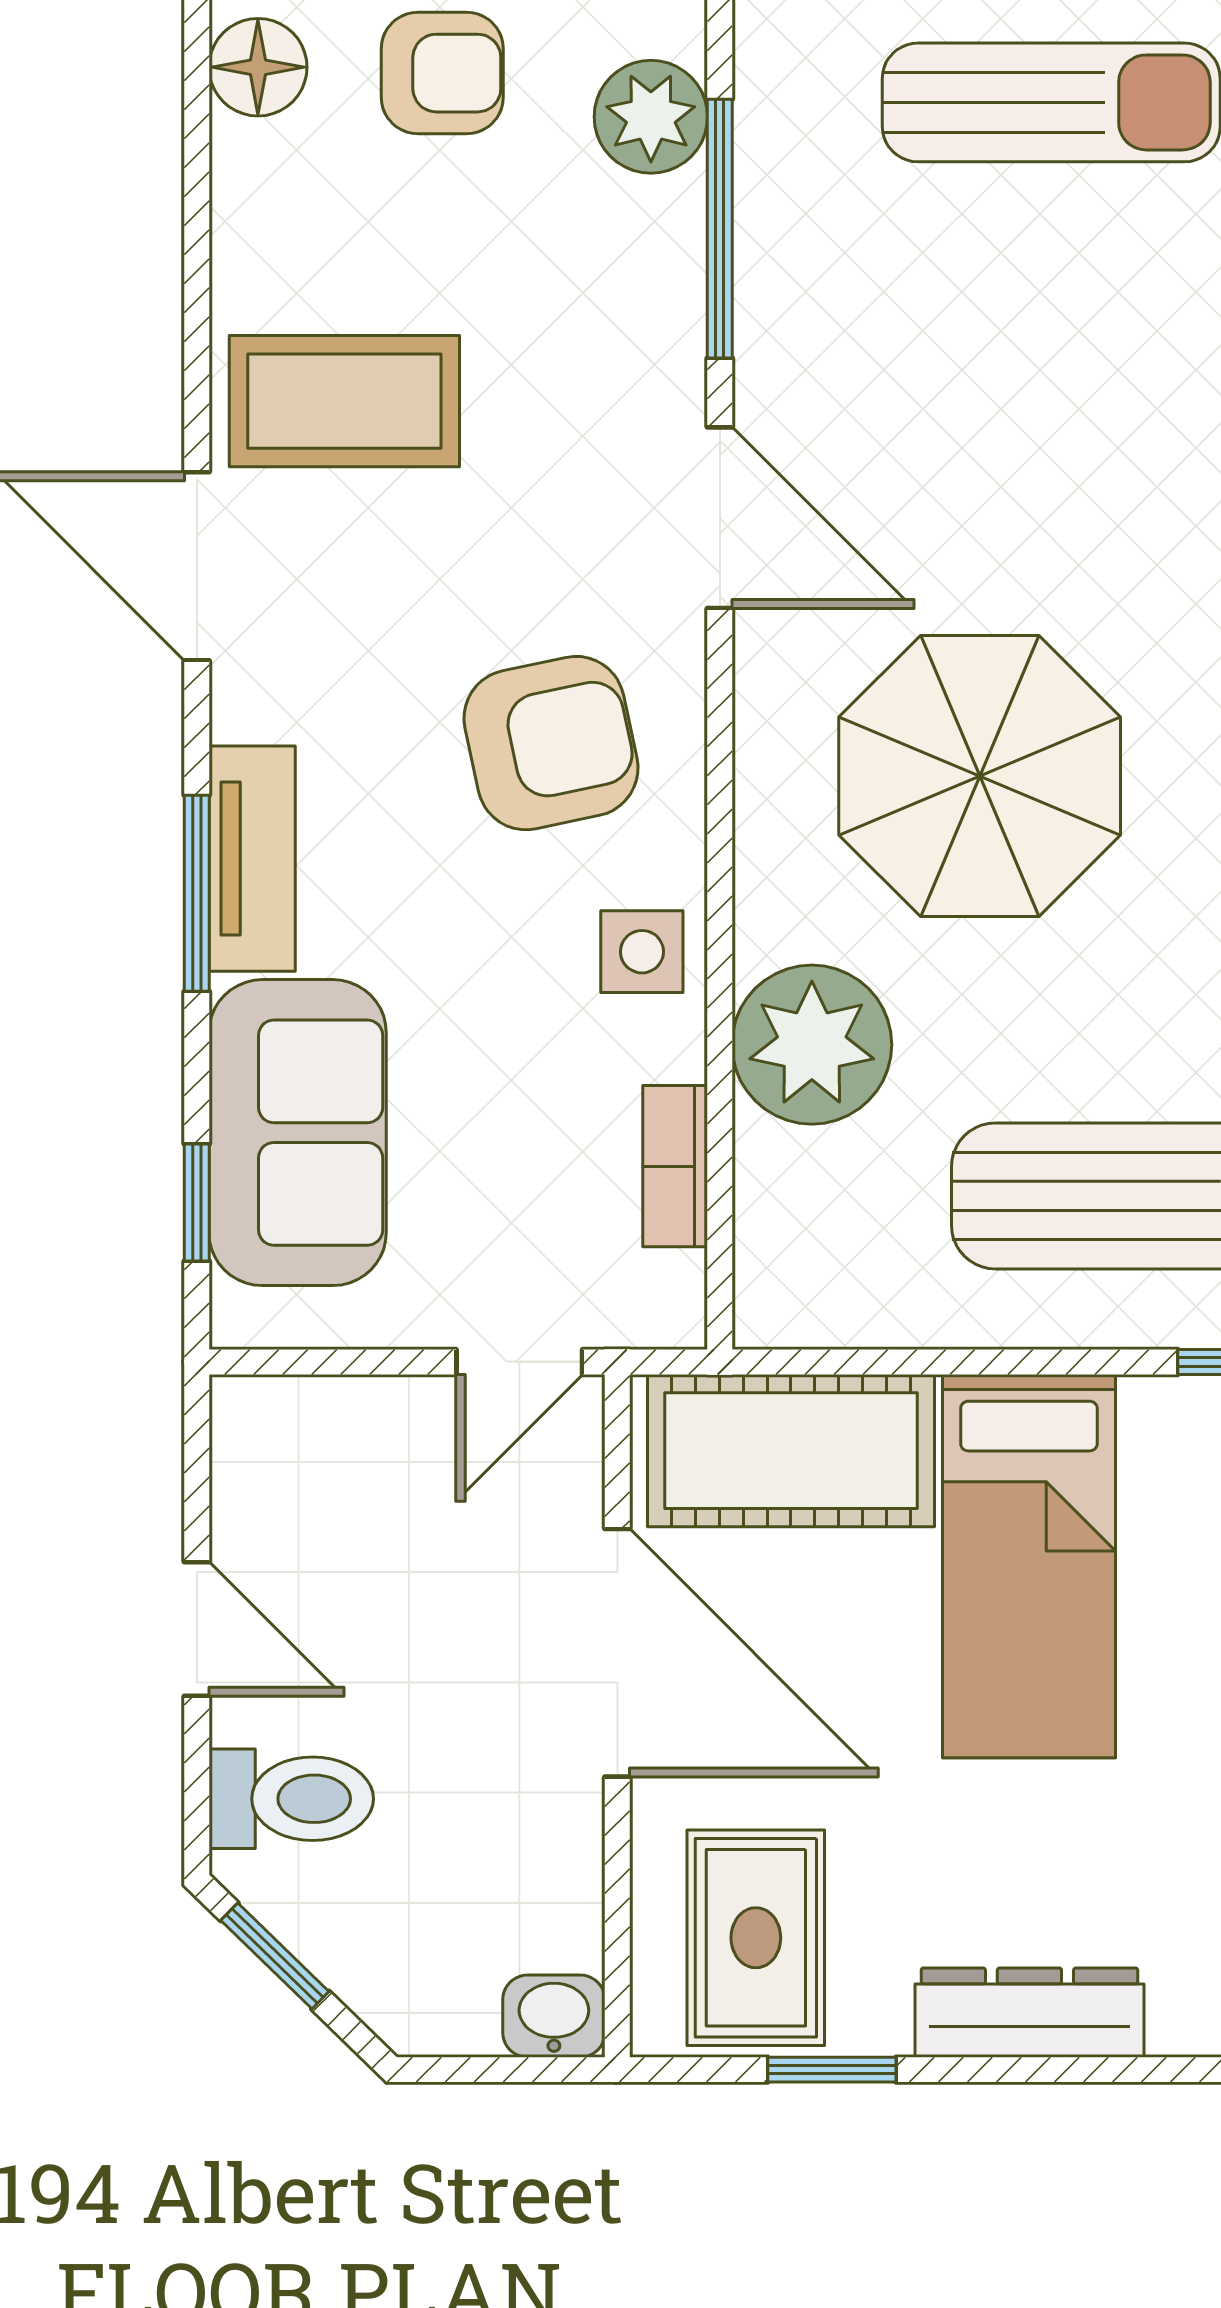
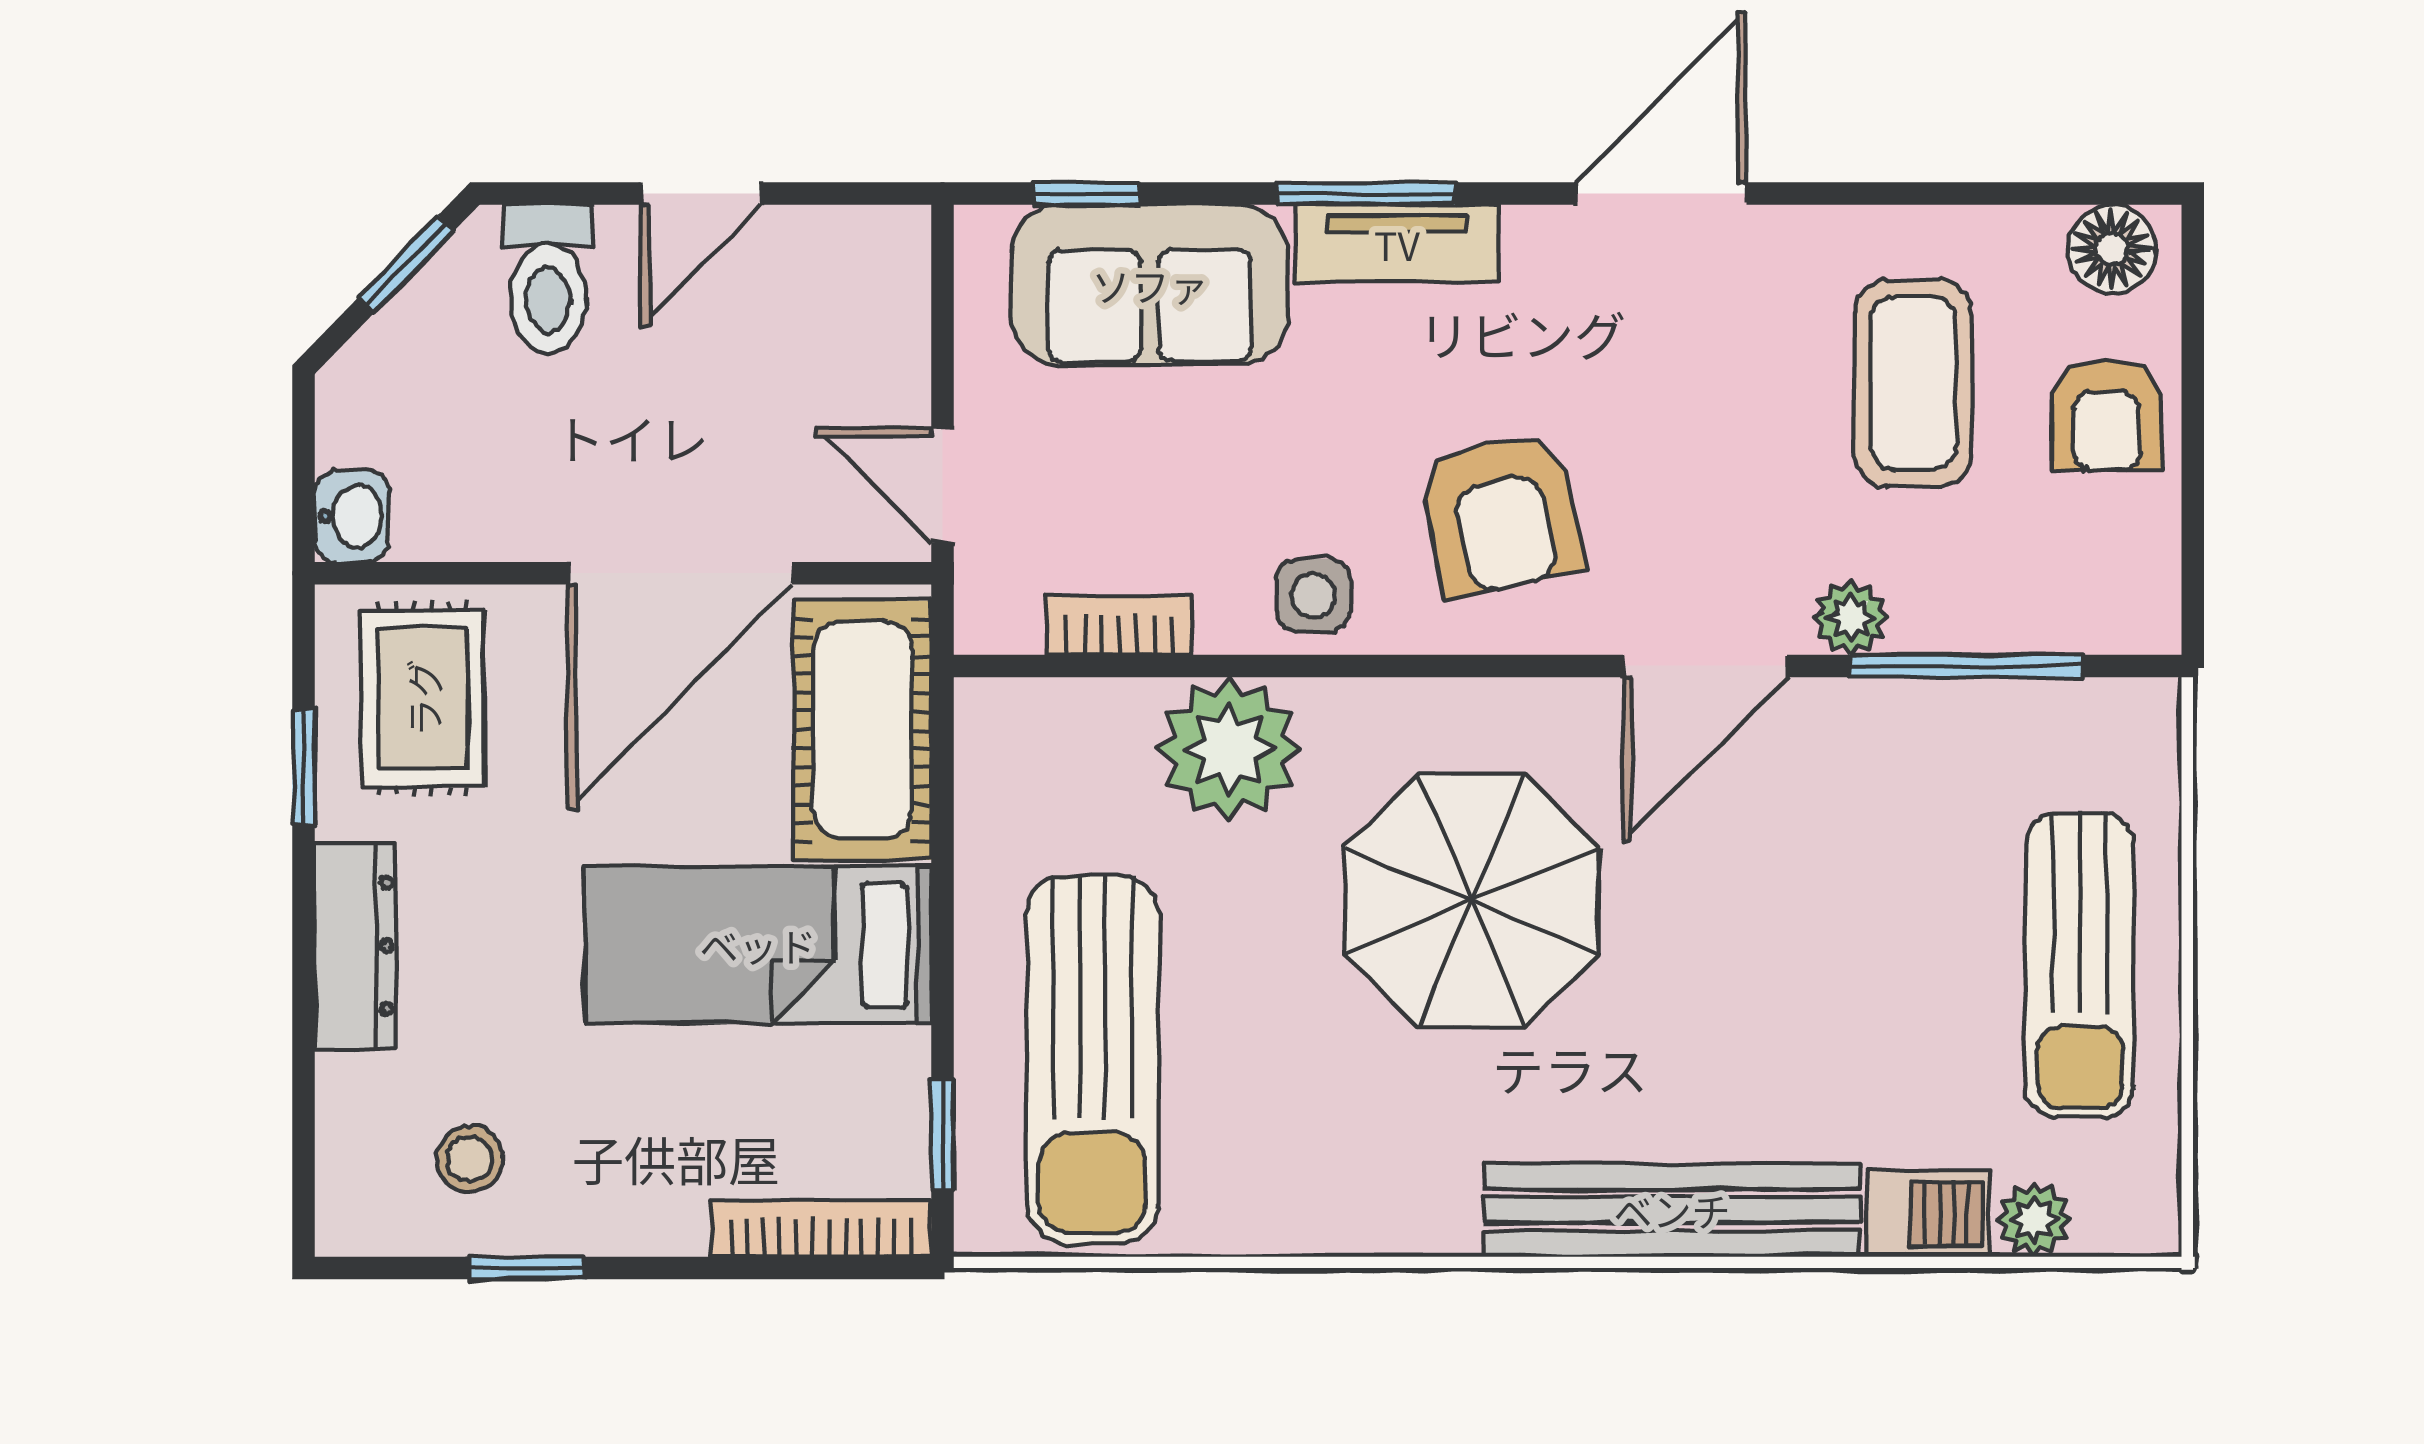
plant: (651, 117) -> (1851, 618), moved, width x0.73, depth x0.73
coffee table: (344, 401) -> (1913, 383), moved
rug: (756, 1938) -> (423, 698), turned 90

